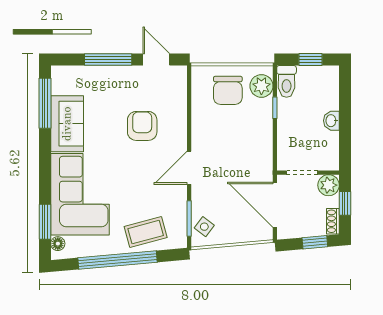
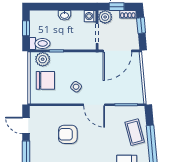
door: (156, 60) -> (26, 125), hinge flipped
washing machine: (330, 161) -> (90, 16), added
side table: (204, 227) -> (76, 87), moved

